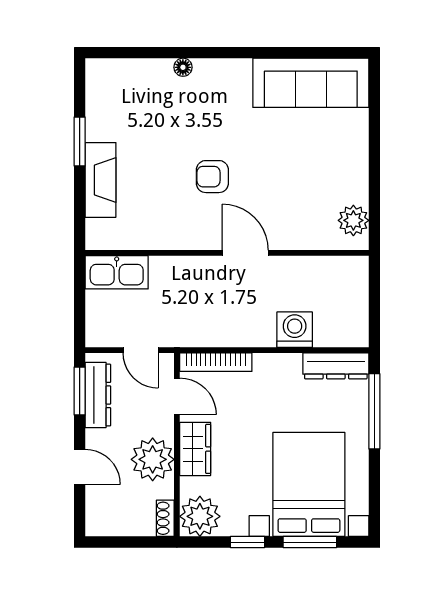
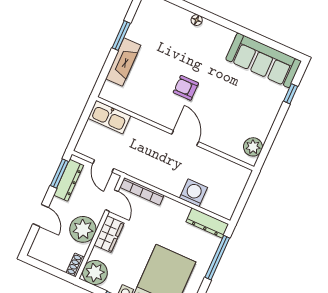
window: (374, 115) -> (291, 94), added

